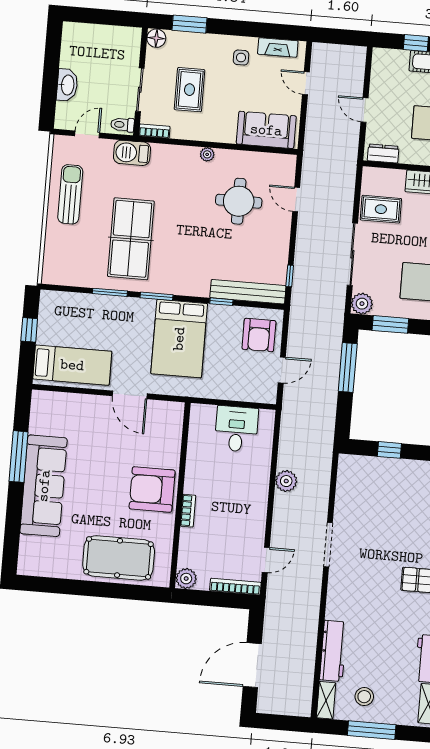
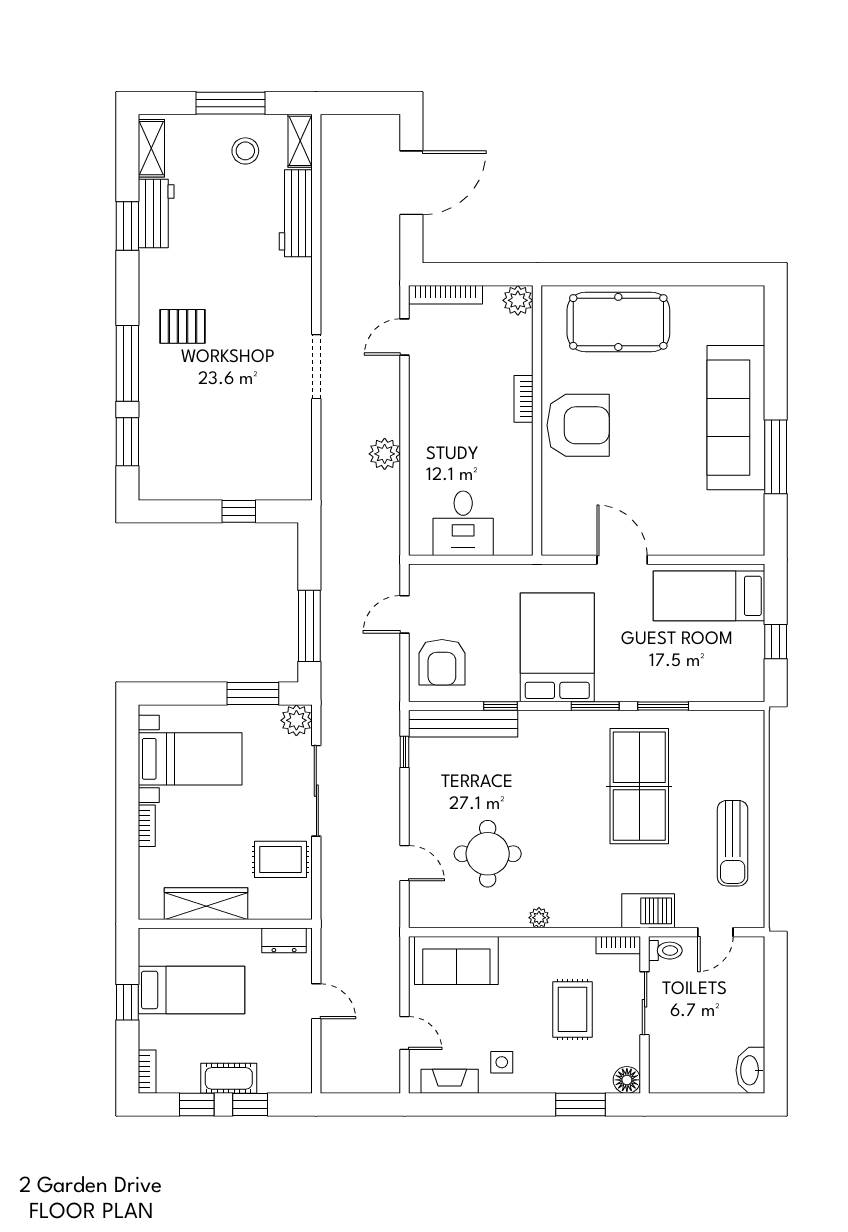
washbasin: (67, 85) -> (750, 1070), moved
armchair: (259, 335) -> (442, 662), turned 180

